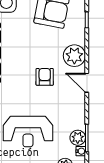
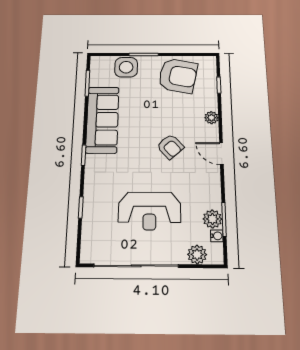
plant: (74, 56) -> (211, 118), width x0.53, depth x0.53
armchair: (45, 77) -> (170, 147), turned 138

